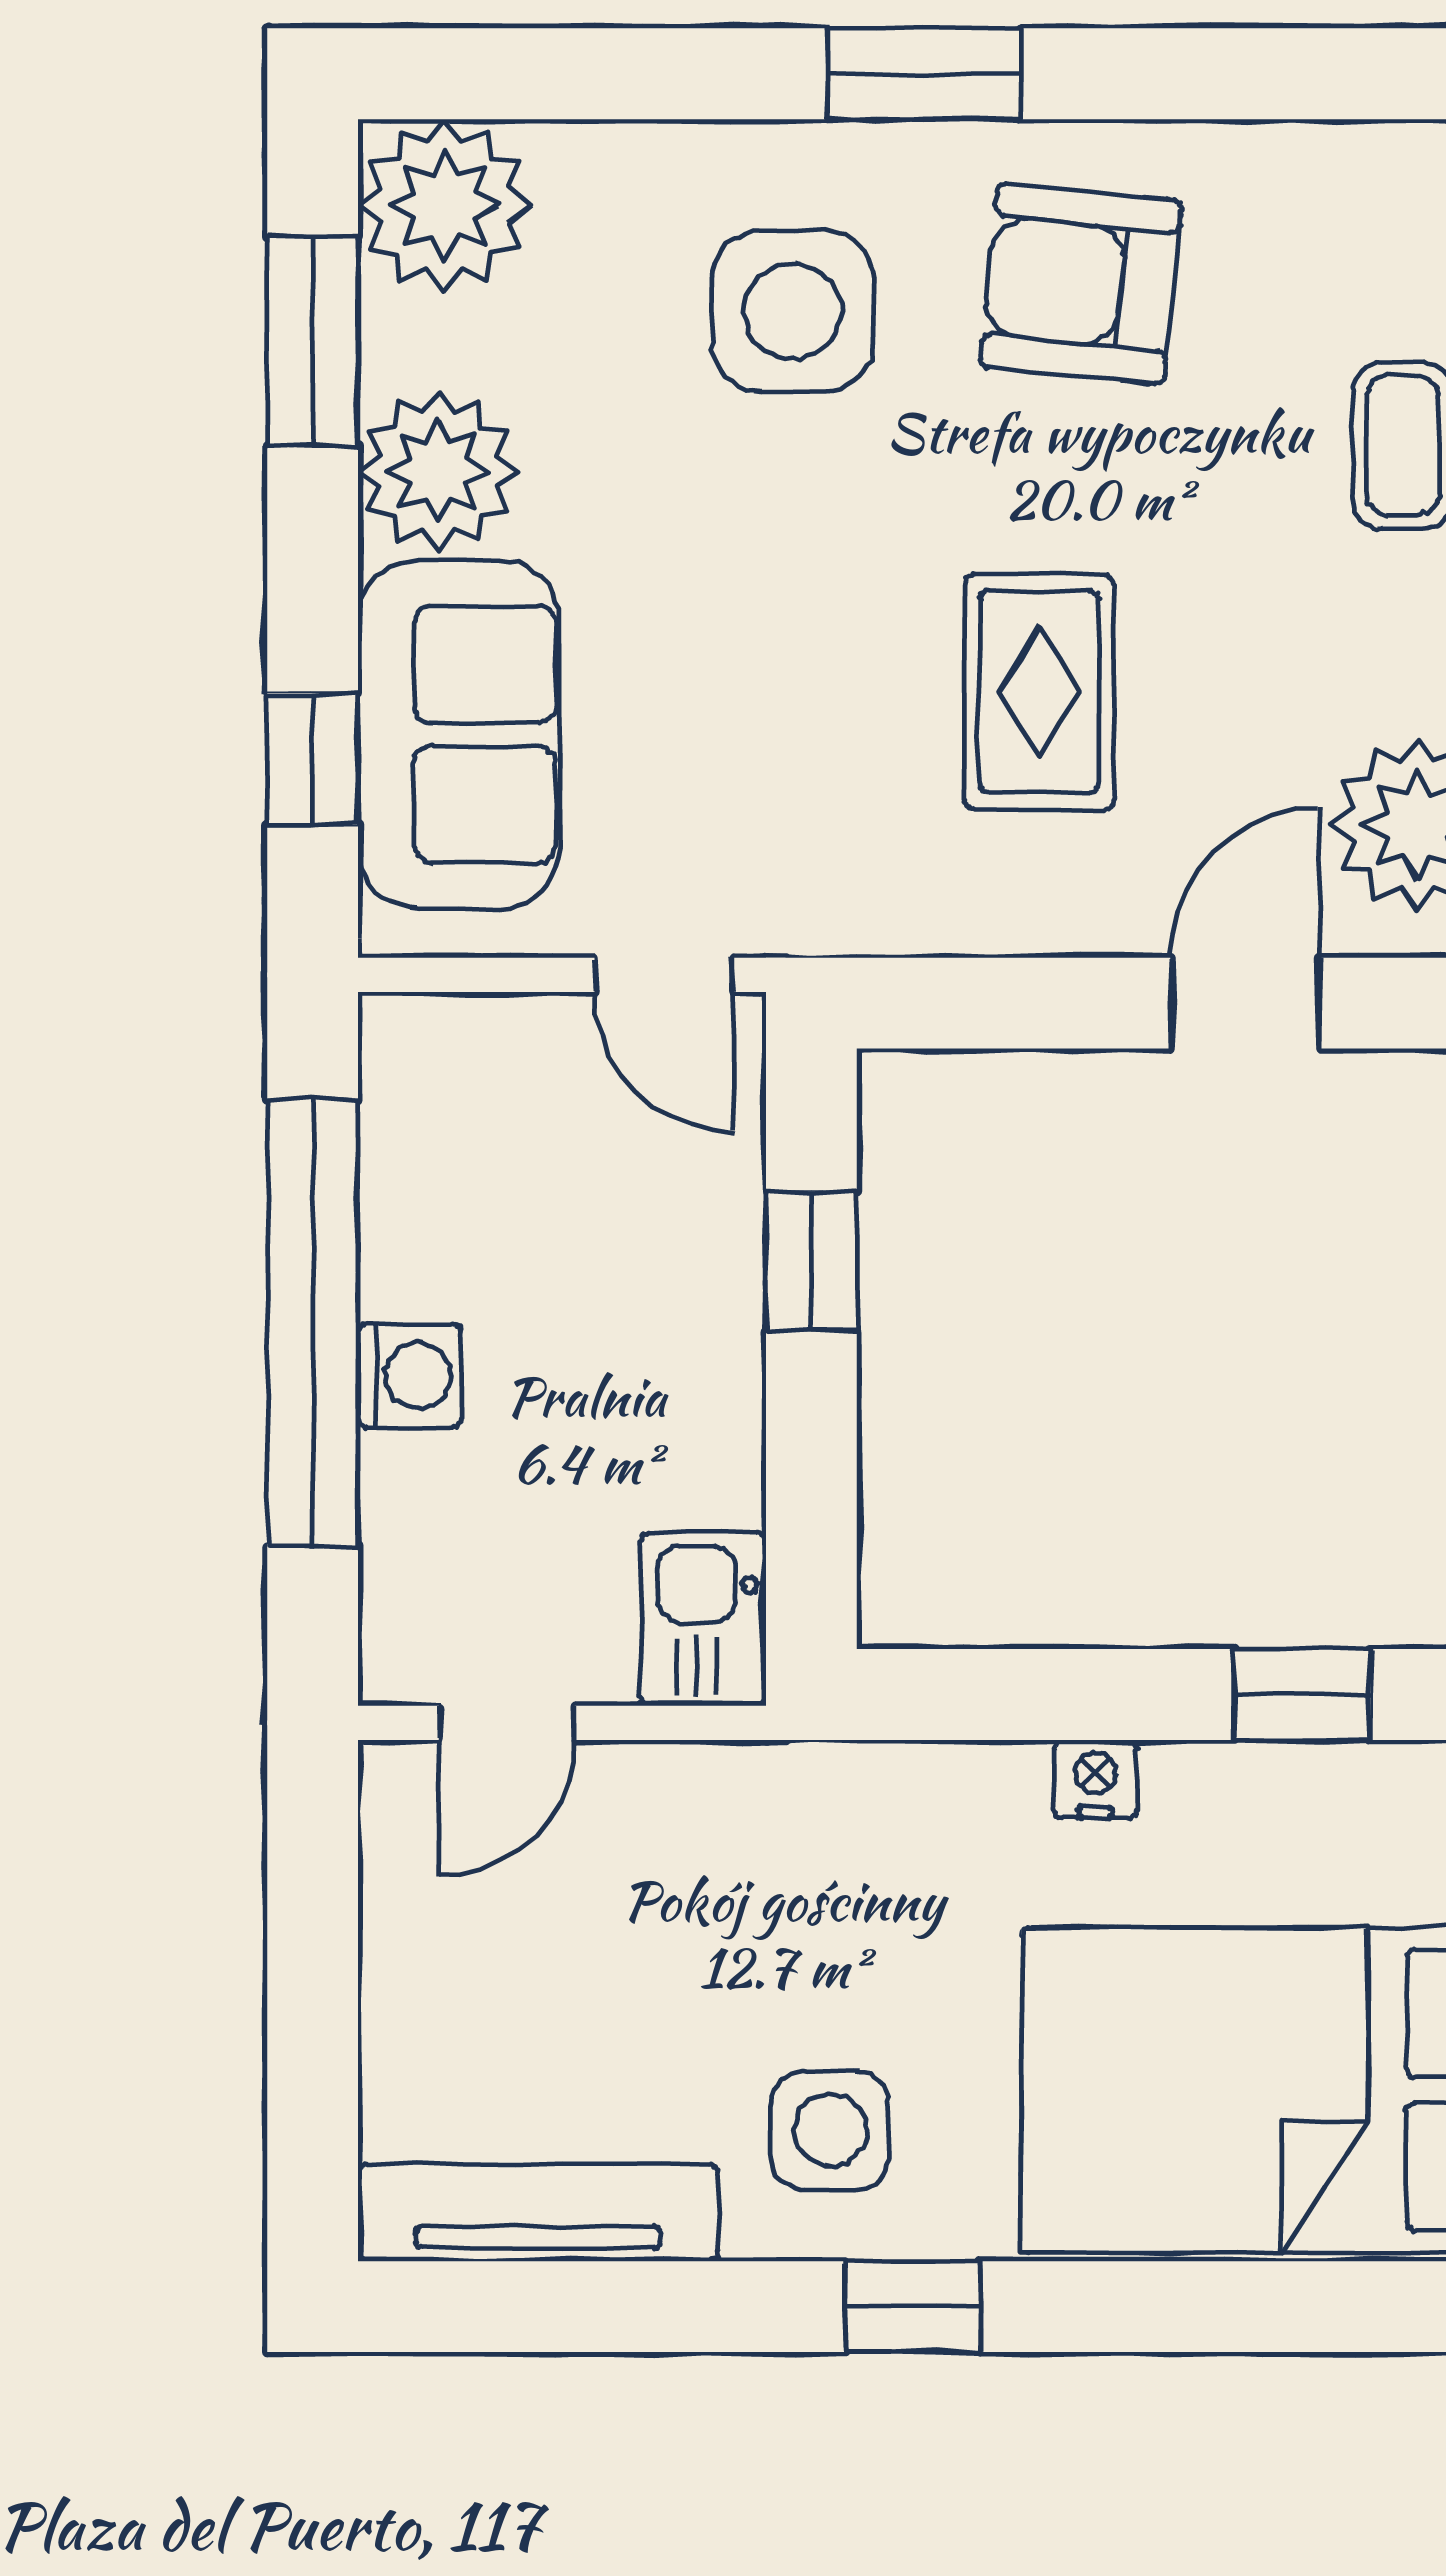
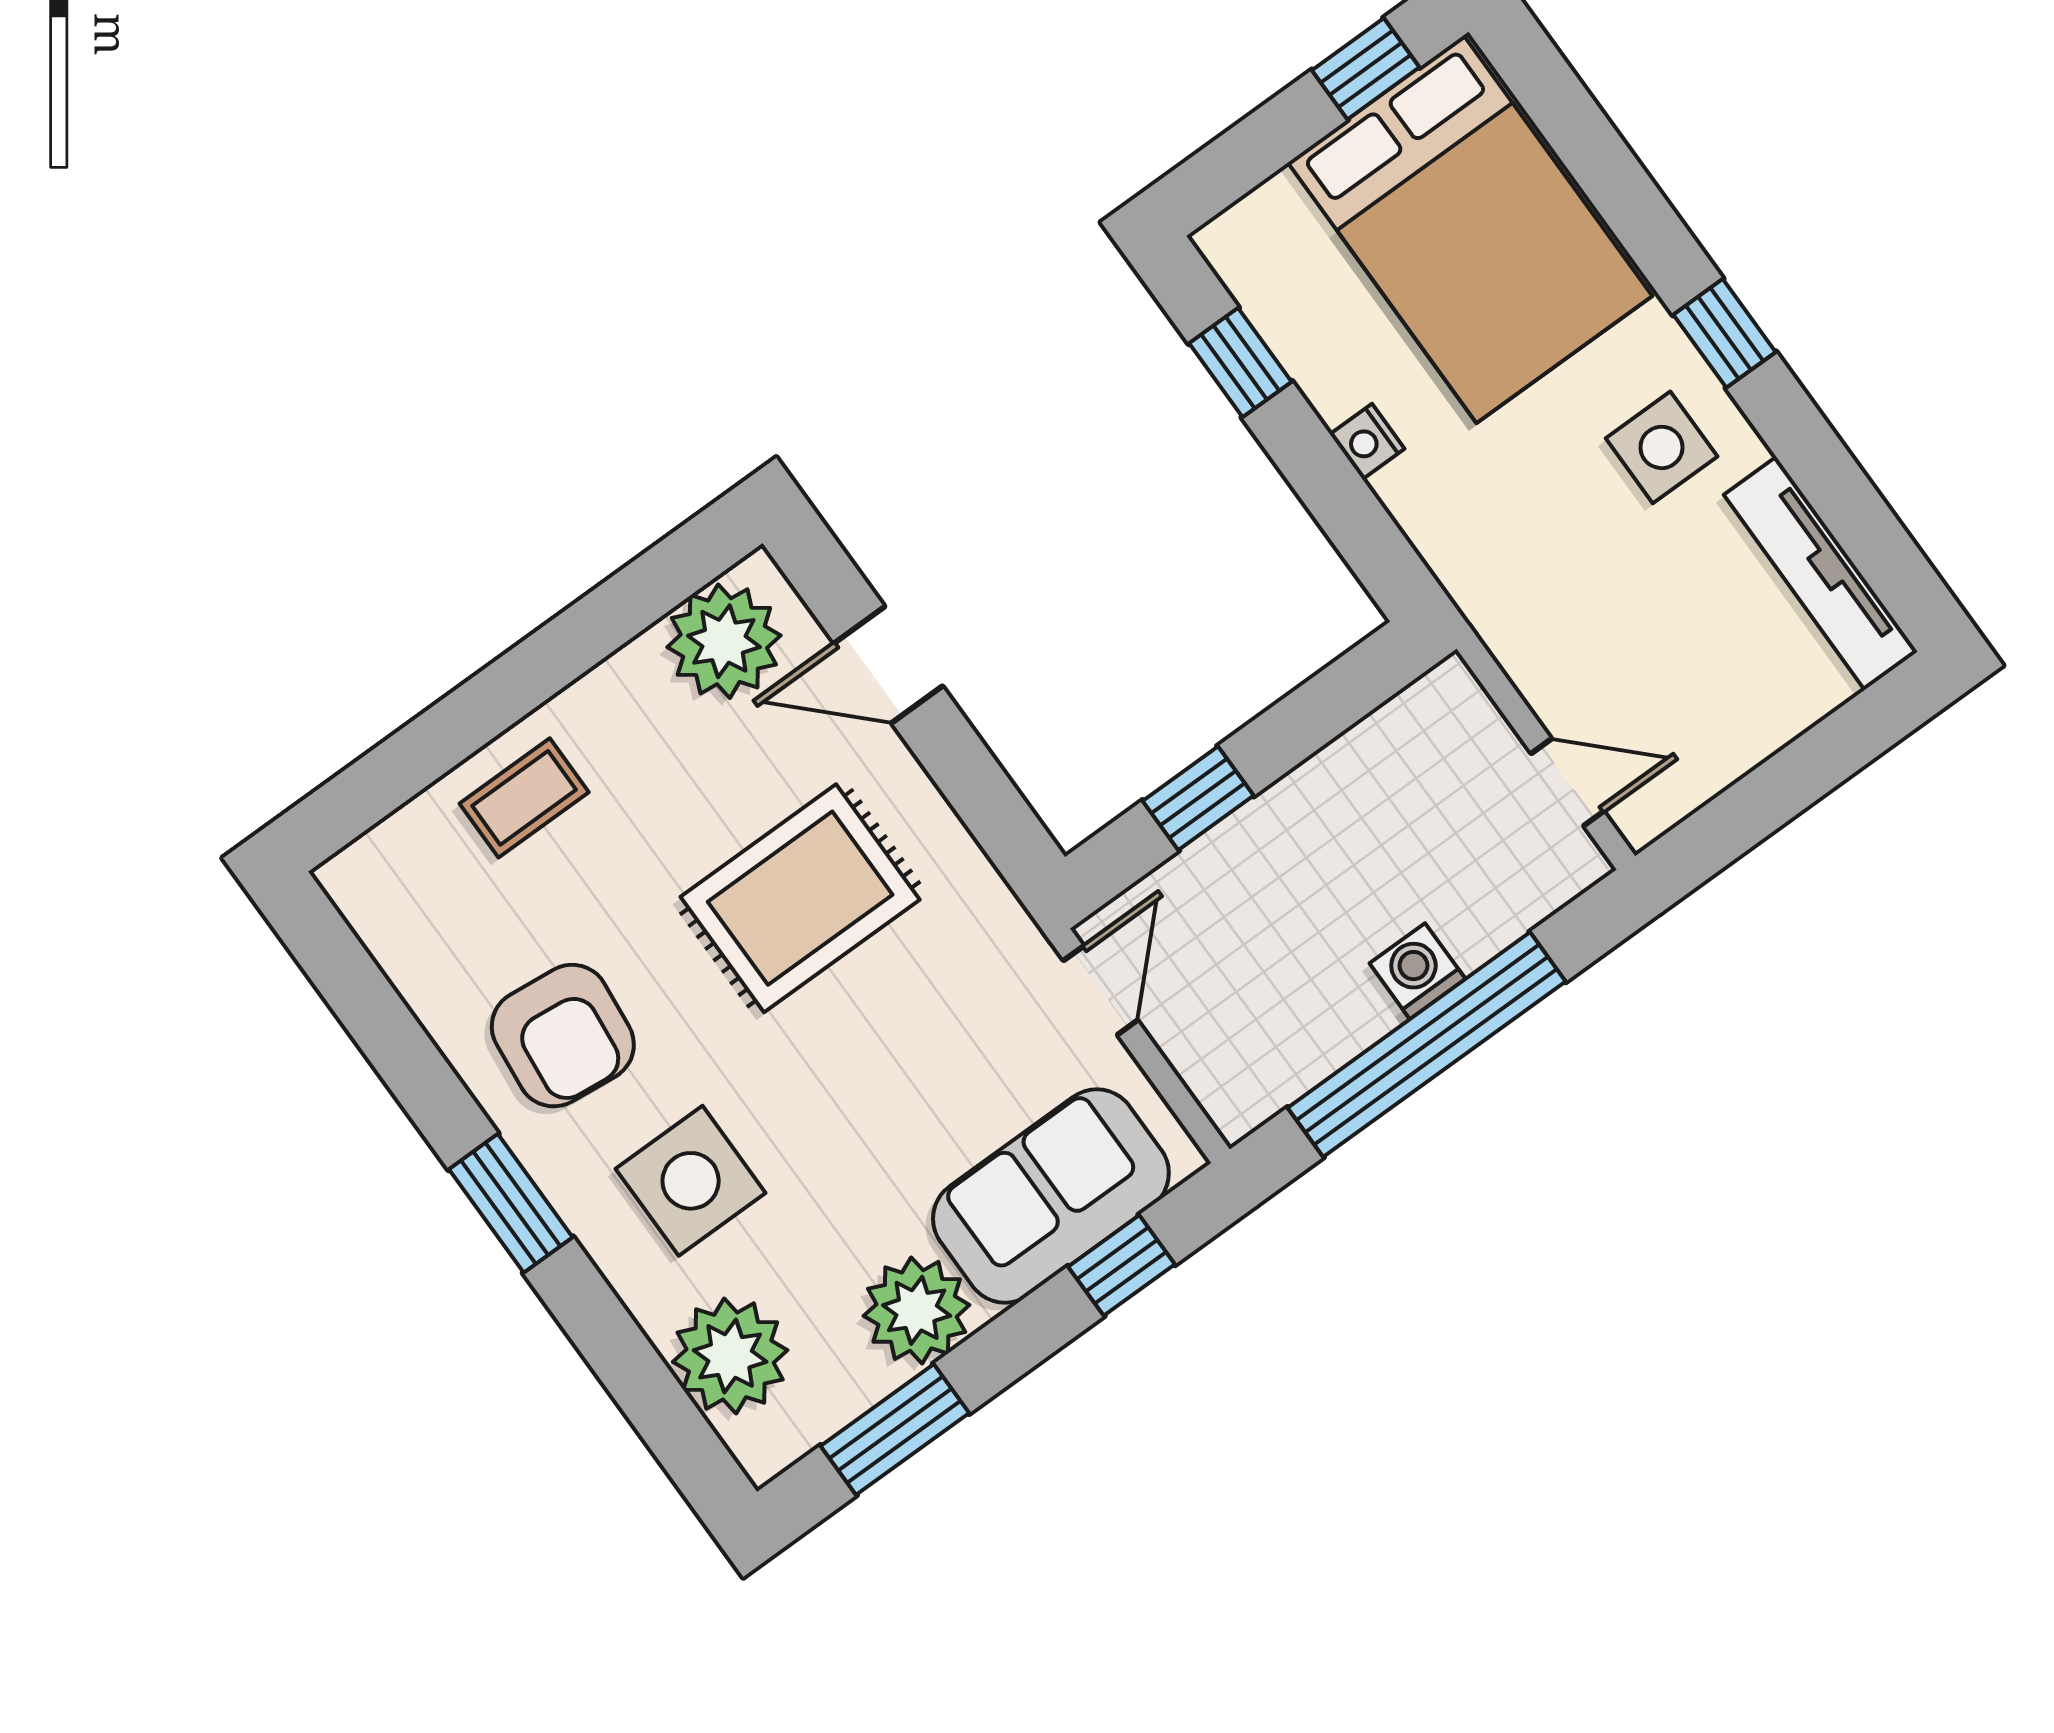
plant: (445, 206) -> (730, 1356), moved
rug: (1039, 692) -> (800, 898), width x1.36, depth x1.43
kitchen sink: (703, 1619) -> (1434, 717), removed

